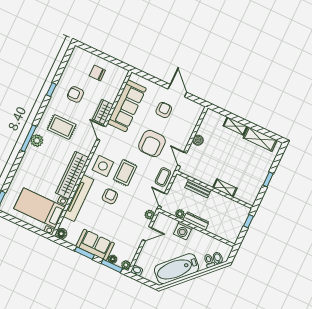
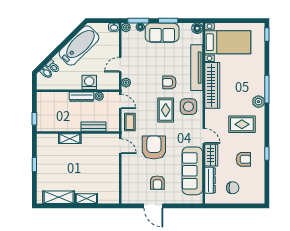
dresser: (115, 90) -> (210, 180), added
window: (29, 138) -> (267, 89), moved
boiler: (198, 140) -> (114, 170), removed
armchair: (110, 196) -> (169, 82), turned 90

